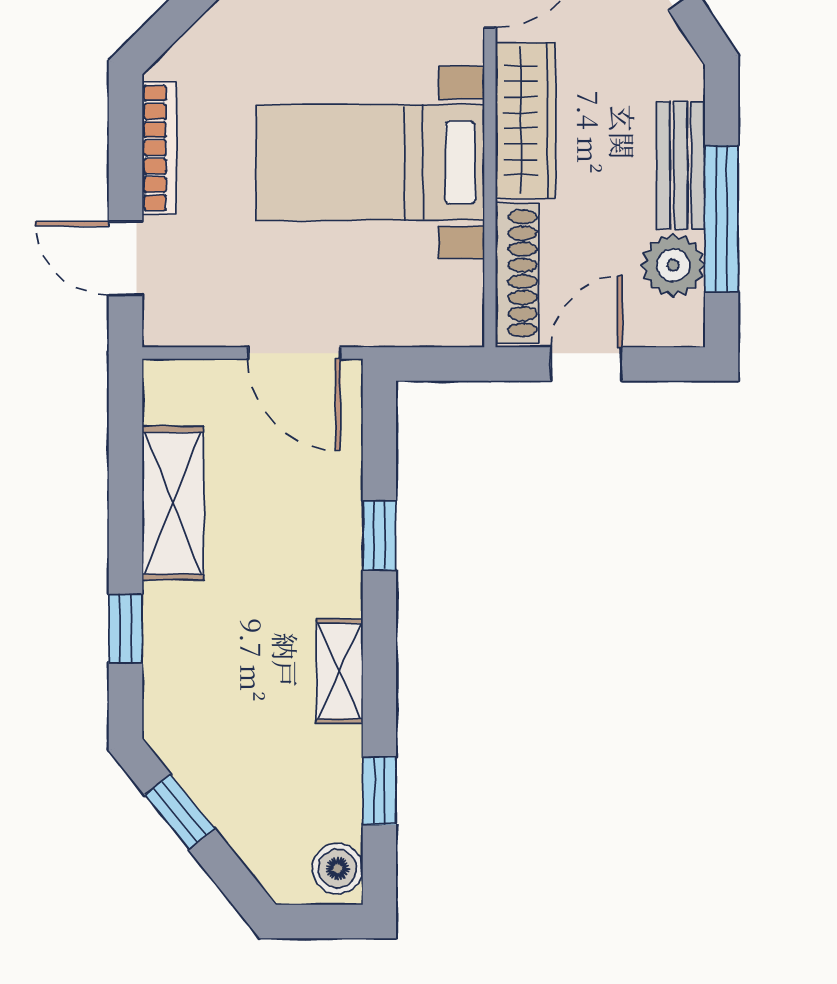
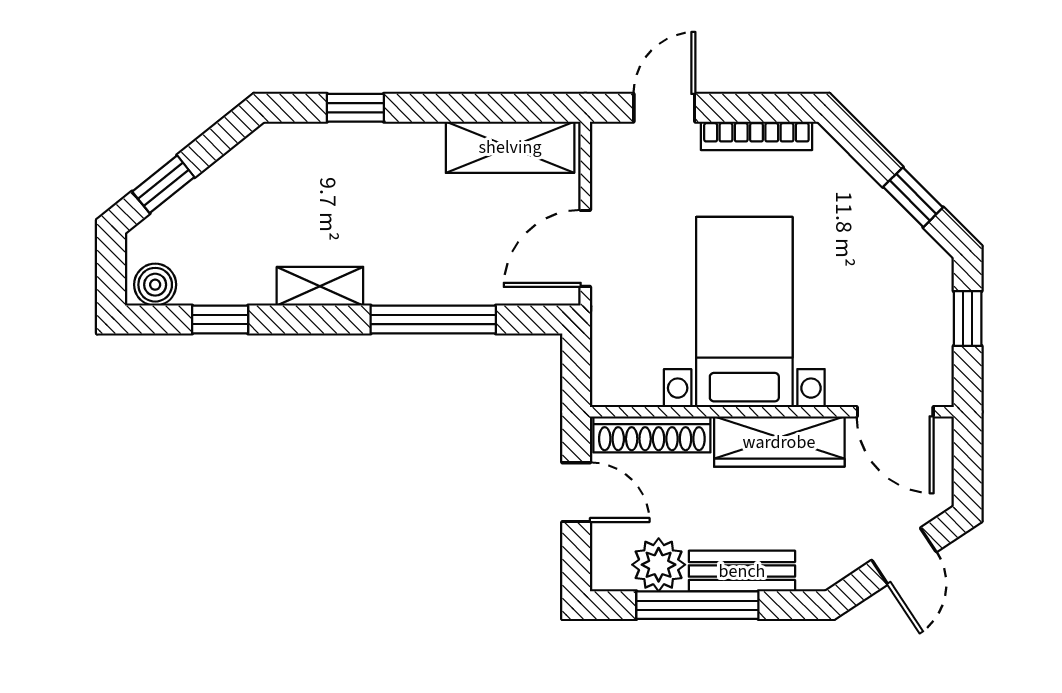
shelving: (173, 503) -> (510, 147), moved
window: (379, 535) -> (433, 320), width x2.17
window: (180, 812) -> (163, 184), moved

